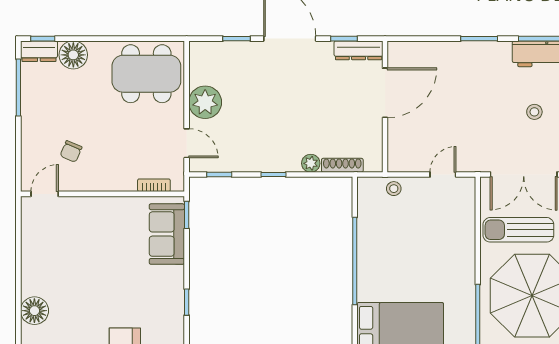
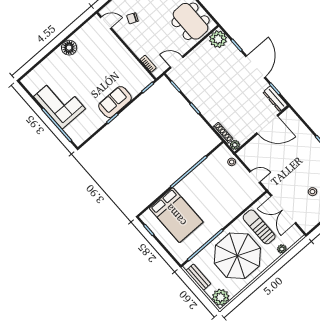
plant: (205, 102) -> (218, 39), moved
door: (187, 143) -> (177, 62), swing flipped
plant: (311, 163) -> (235, 145), moved
sofa: (167, 234) -> (115, 102), moved
floor lamp: (34, 311) -> (69, 48), moved

